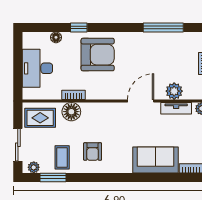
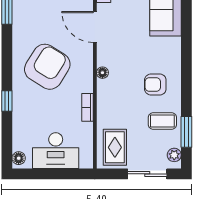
floor lamp: (56, 37) -> (19, 158), moved
armchair: (98, 55) -> (47, 67), moved, turned 32
floor lamp: (71, 112) -> (102, 73), moved, width x0.53, depth x0.53
armchair: (93, 152) -> (155, 85), turned 180

